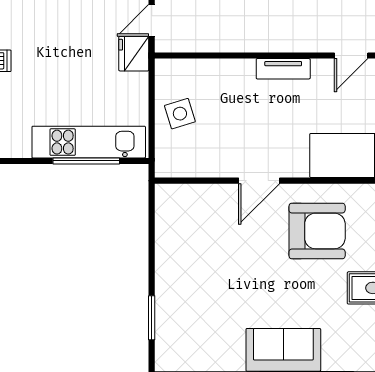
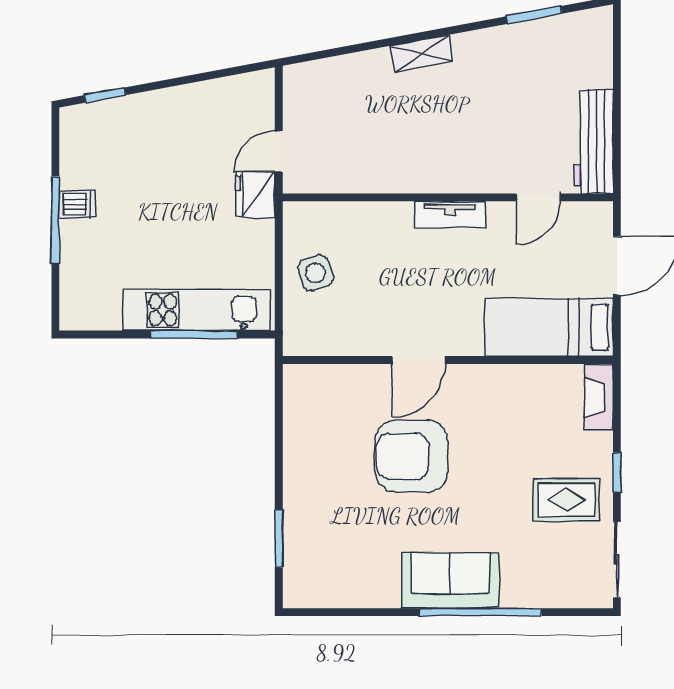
armchair: (317, 231) -> (411, 456), moved, turned 180

